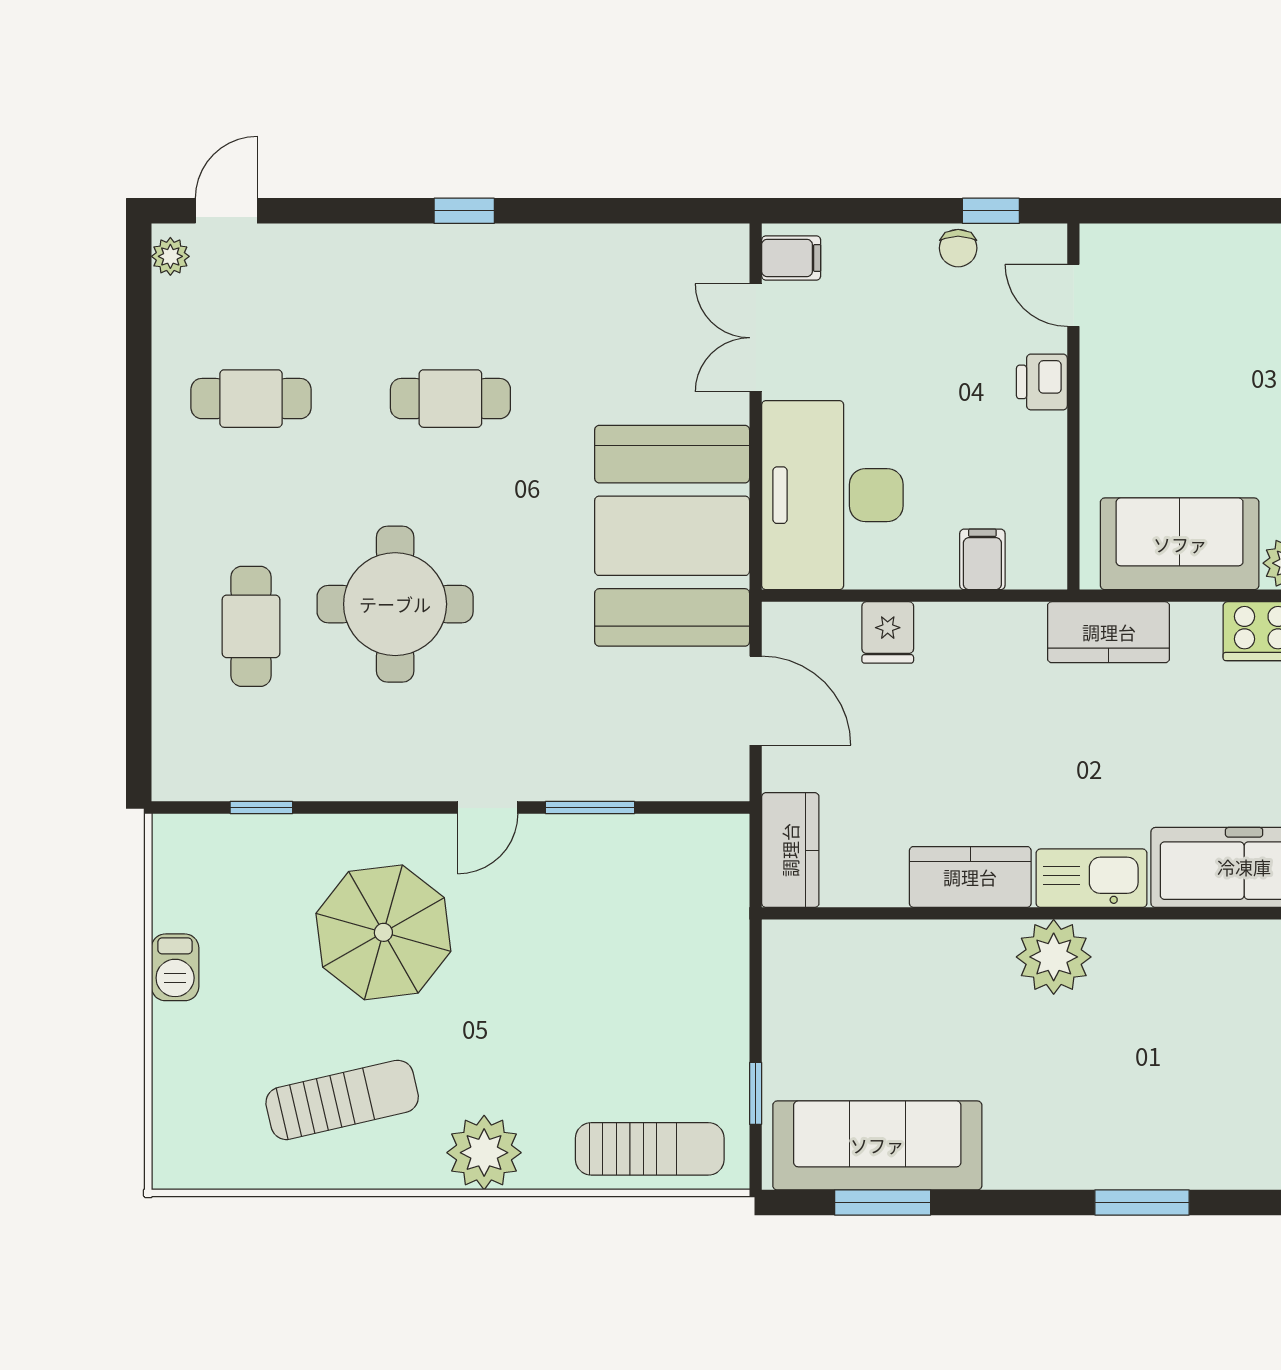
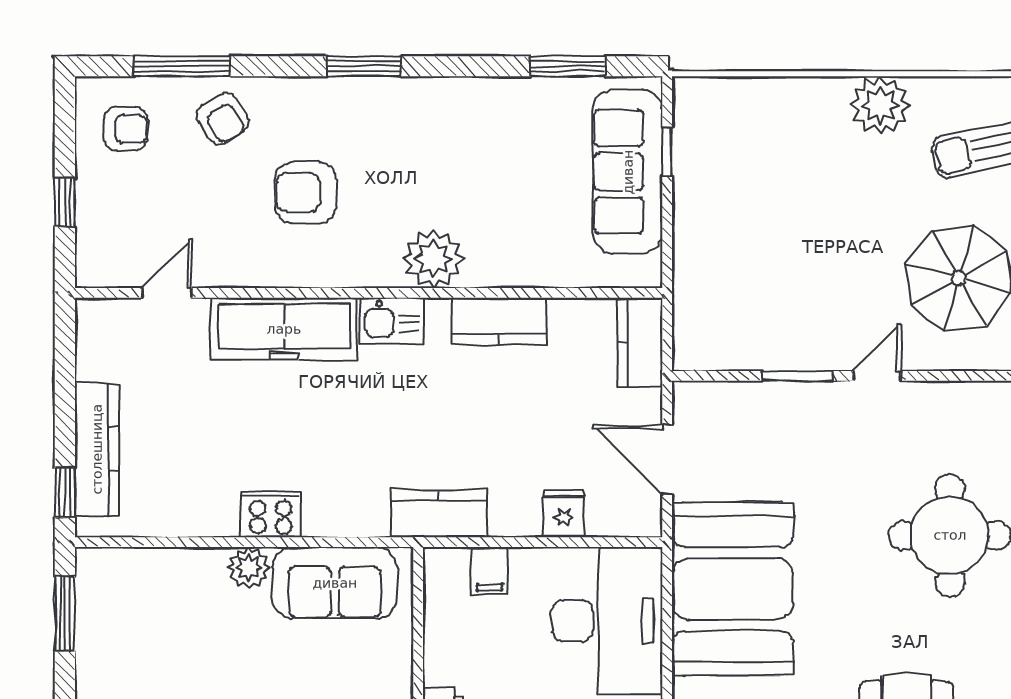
kitchen counter: (1109, 632) -> (439, 513), moved
kitchen sink: (1092, 878) -> (392, 321), width x0.73
armchair: (1217, 1041) -> (305, 193), added
sofa: (877, 1145) -> (628, 172), moved, turned 90
sun lounger: (650, 1149) -> (750, 108), removed

